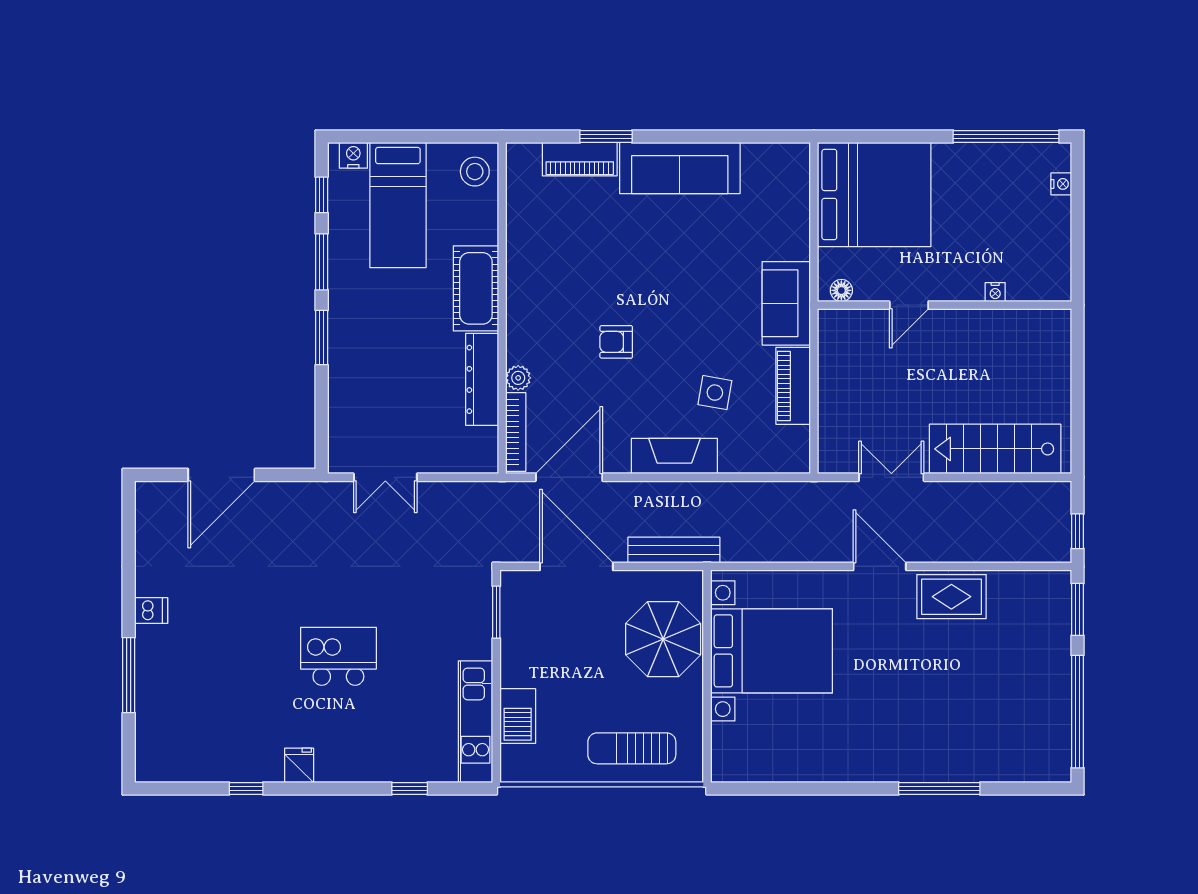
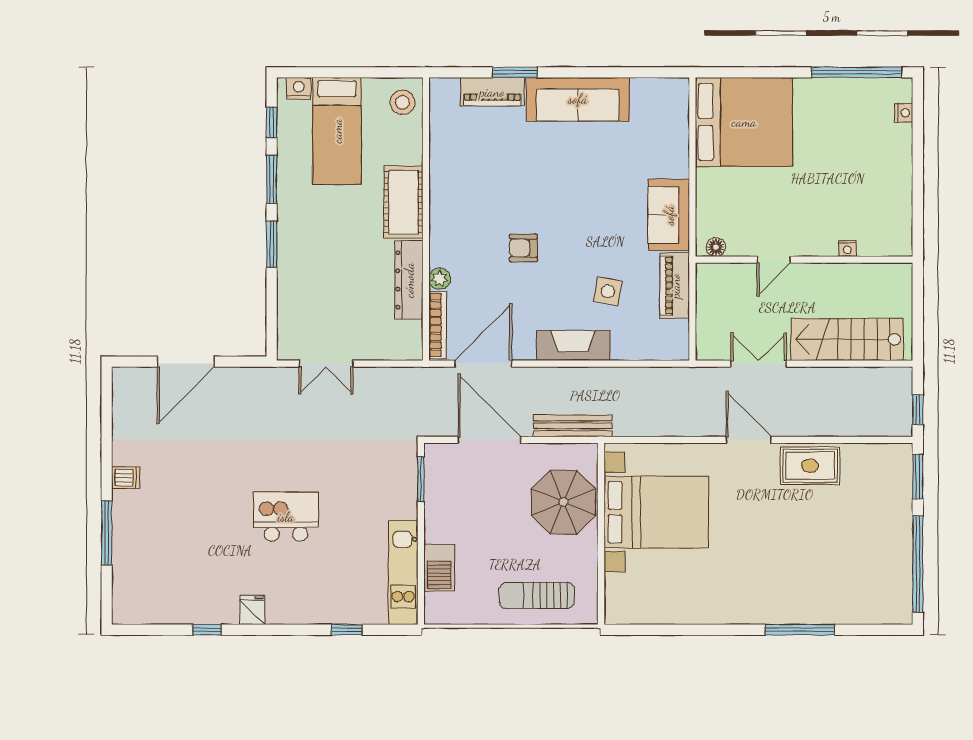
floor lamp: (841, 290) -> (716, 247), moved
nightstand: (995, 292) -> (847, 249), moved
door: (909, 305) -> (774, 260), moved
wall: (945, 305) -> (804, 260), moved

